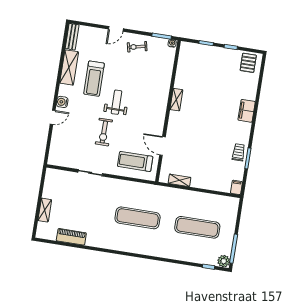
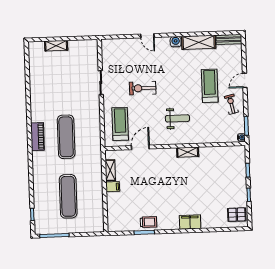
door: (116, 29) -> (245, 80), hinge flipped
treadmill: (94, 79) -> (210, 86), moved, turned 90
water cooler: (62, 102) -> (176, 42), moved
weight bench: (117, 102) -> (177, 118), moved
filing cabinet: (236, 187) -> (113, 187), moved
piano: (71, 237) -> (37, 137), moved
plant: (224, 261) -> (40, 228), removed

